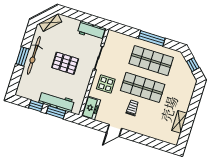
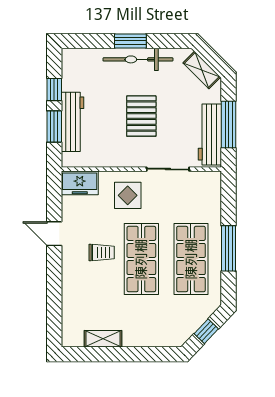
window: (85, 17) -> (229, 125), added
workbench: (91, 31) -> (210, 135), width x1.38

